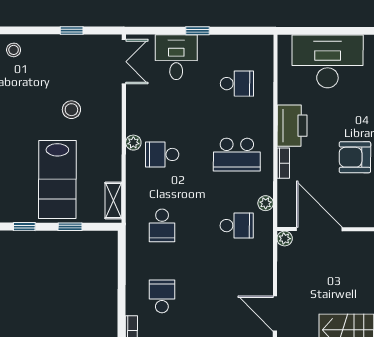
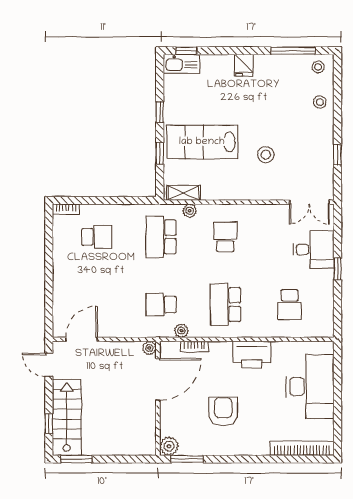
plant: (133, 143) -> (190, 211), moved
bookcase: (283, 163) -> (194, 347), moved
school desk: (162, 225) -> (161, 237), width x1.85
school desk: (237, 226) -> (161, 305), turned 90

